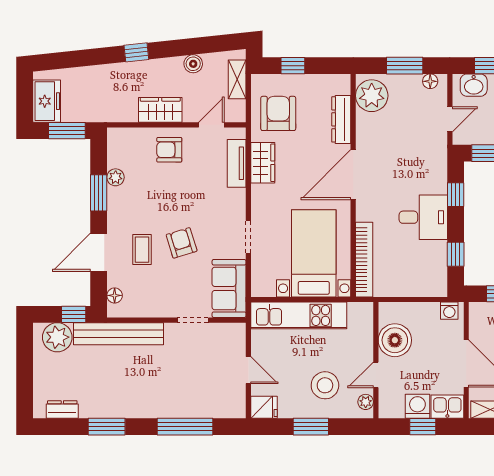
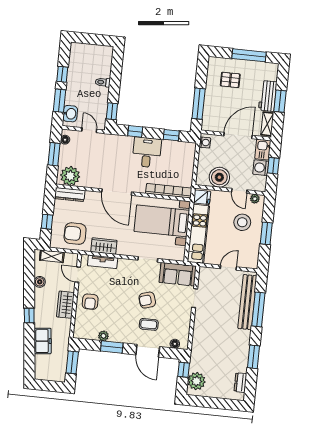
freezer: (47, 101) -> (43, 341), moved, turned 84
dresser: (341, 119) -> (70, 194), moved
bench: (118, 334) -> (247, 302), moved
fridge: (264, 407) -> (202, 197), moved, turned 90

